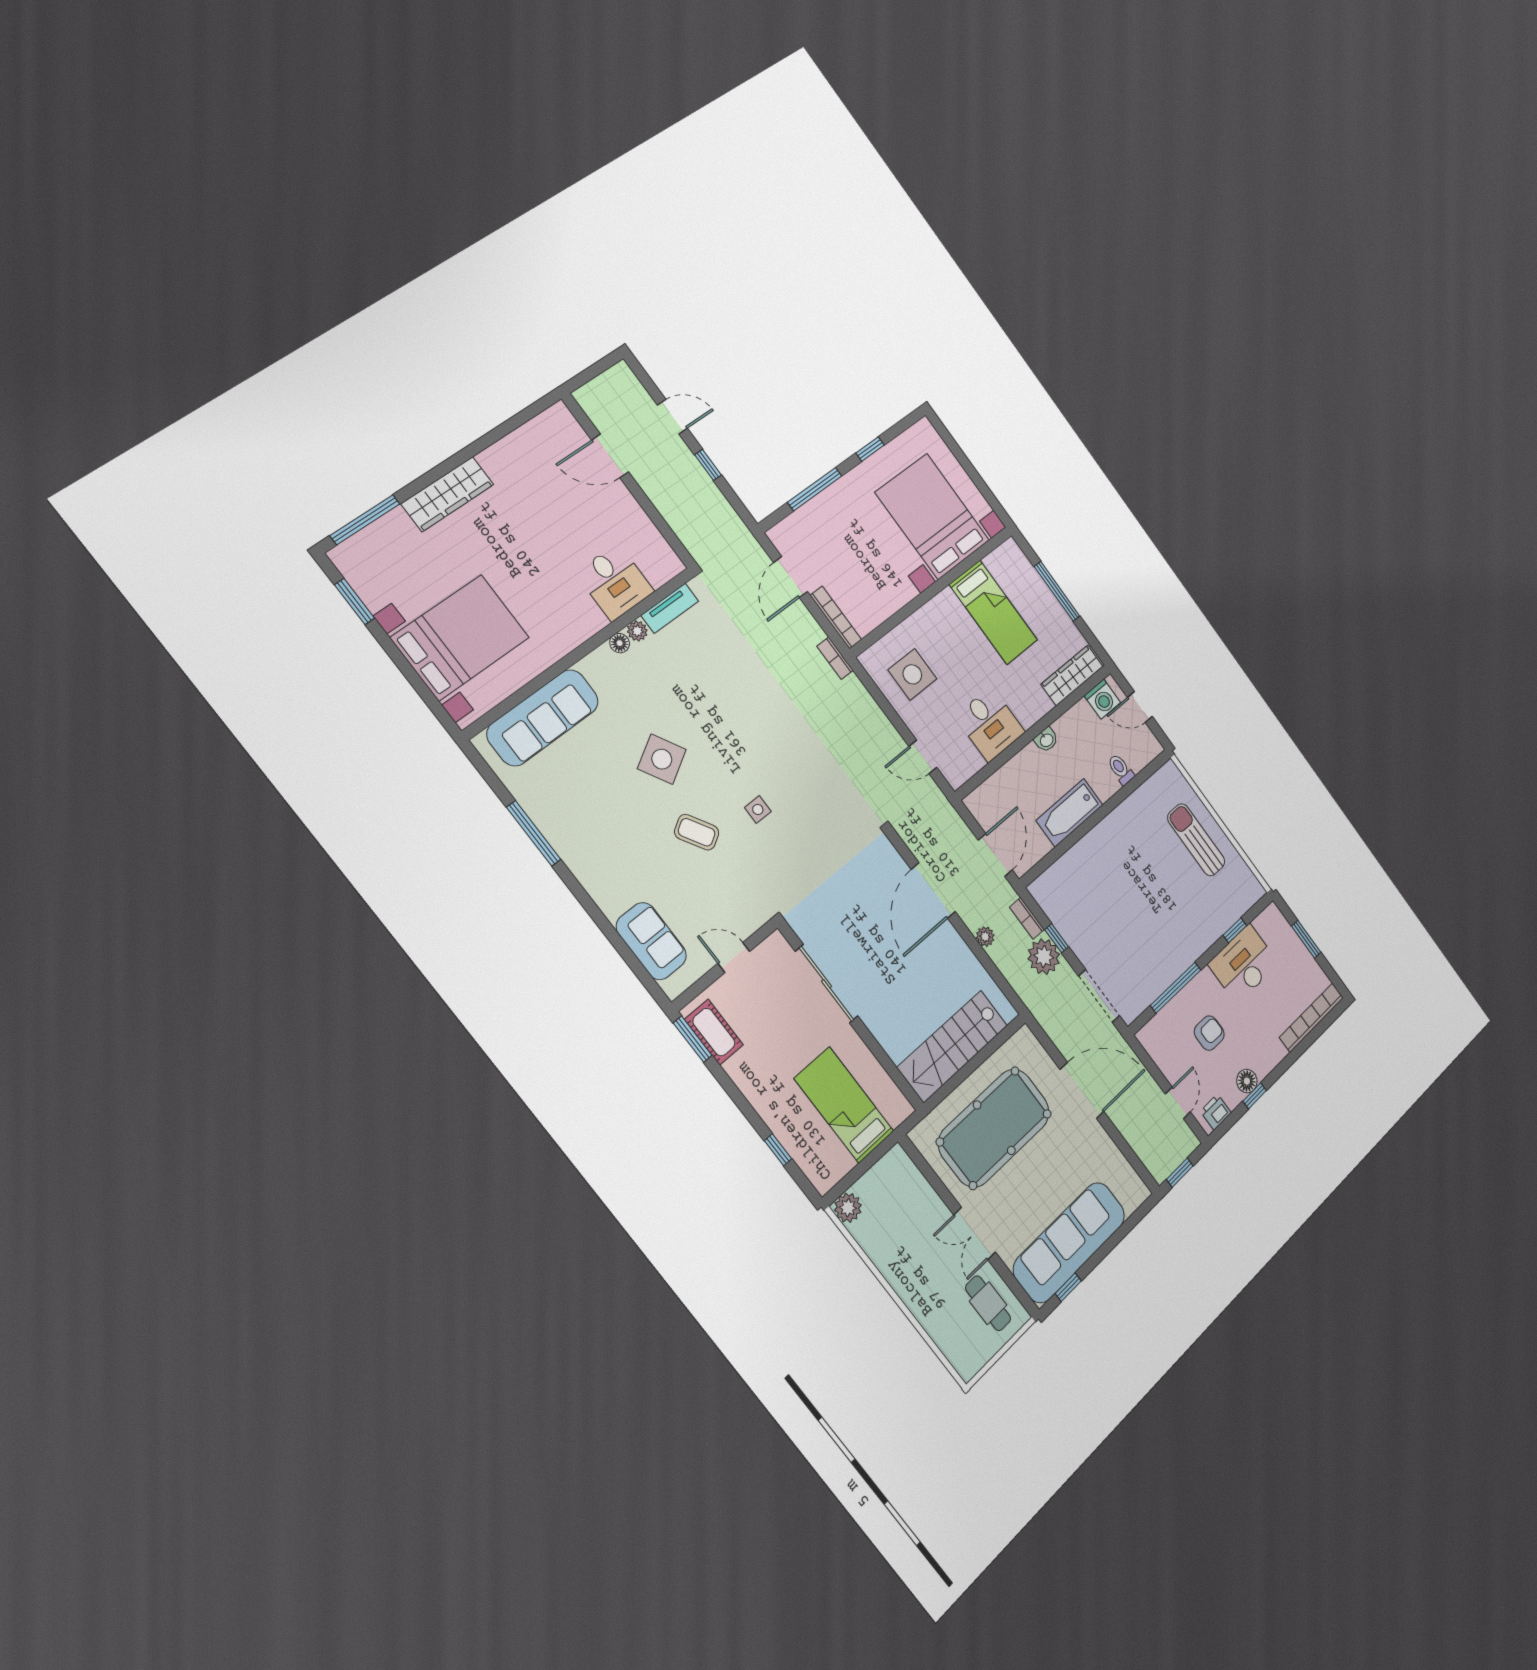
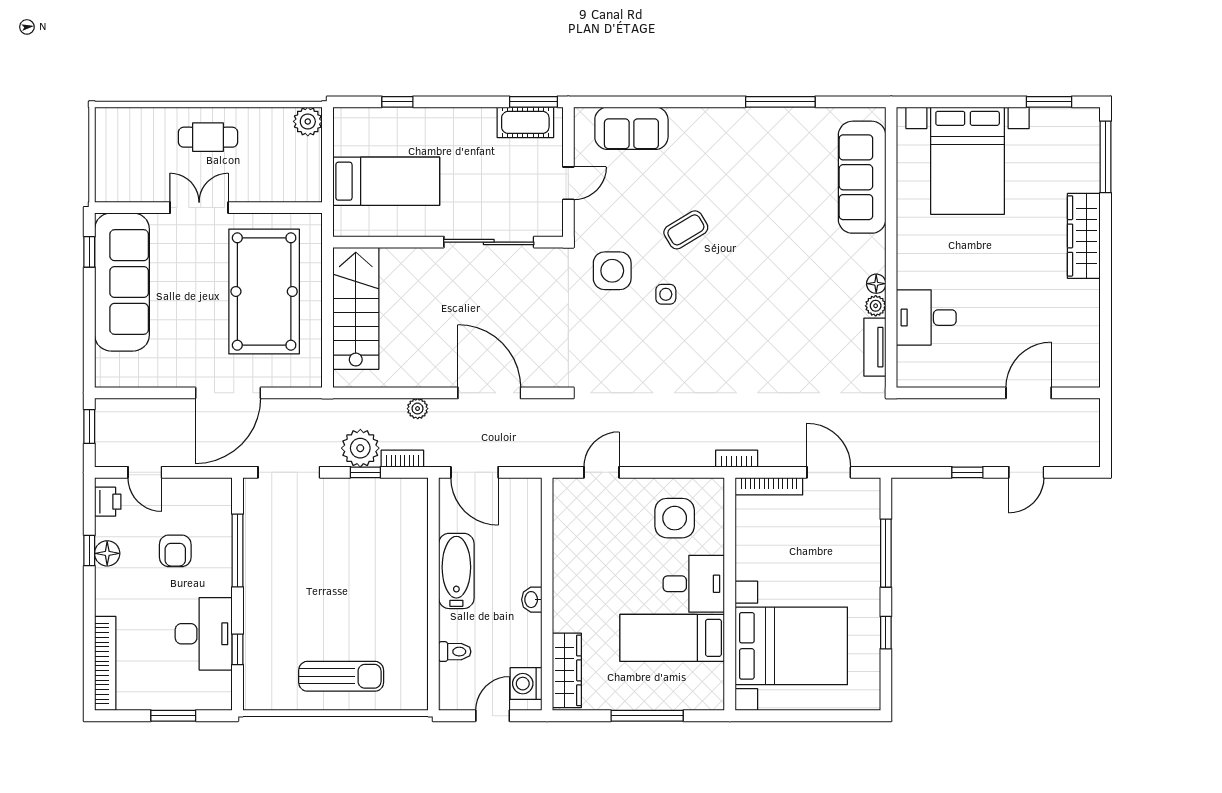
desk: (990, 724) -> (694, 584), moved, turned 180
side table: (662, 759) -> (612, 271), moved, turned 30
cafe table: (988, 1303) -> (208, 137), moved

